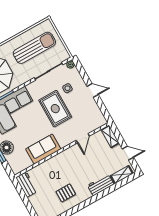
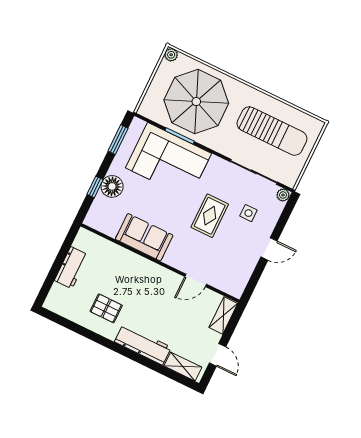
door: (93, 90) -> (269, 249), hinge flipped
rug: (55, 109) -> (210, 216), width x0.73, depth x0.70
workbench: (27, 184) -> (71, 268), moved
workbench: (101, 185) -> (143, 345), width x1.38

